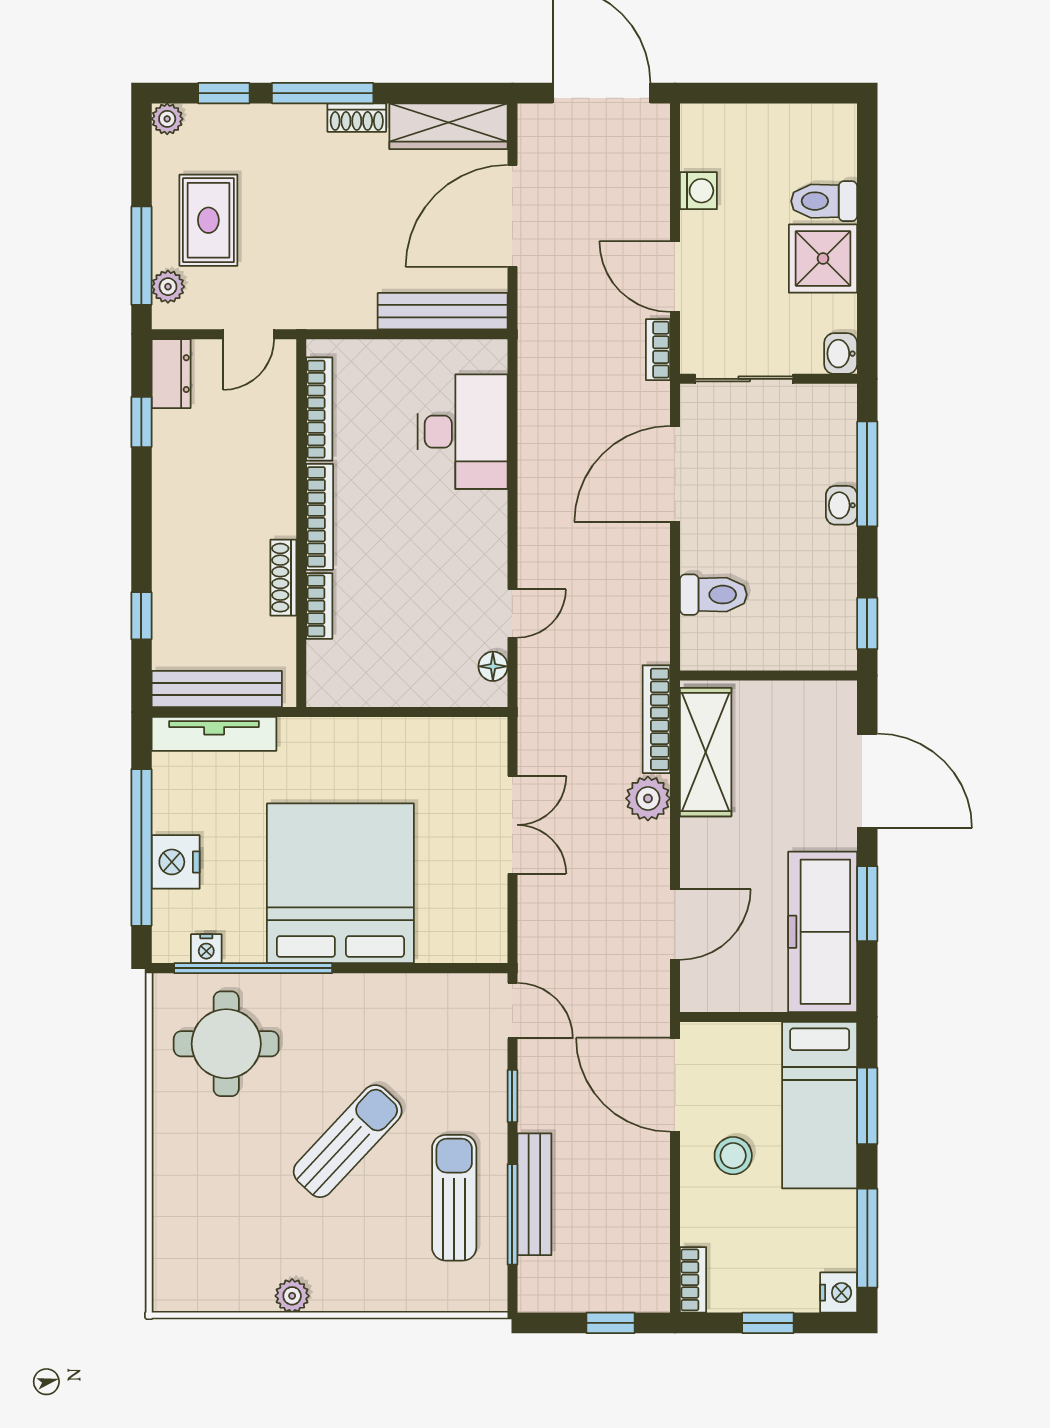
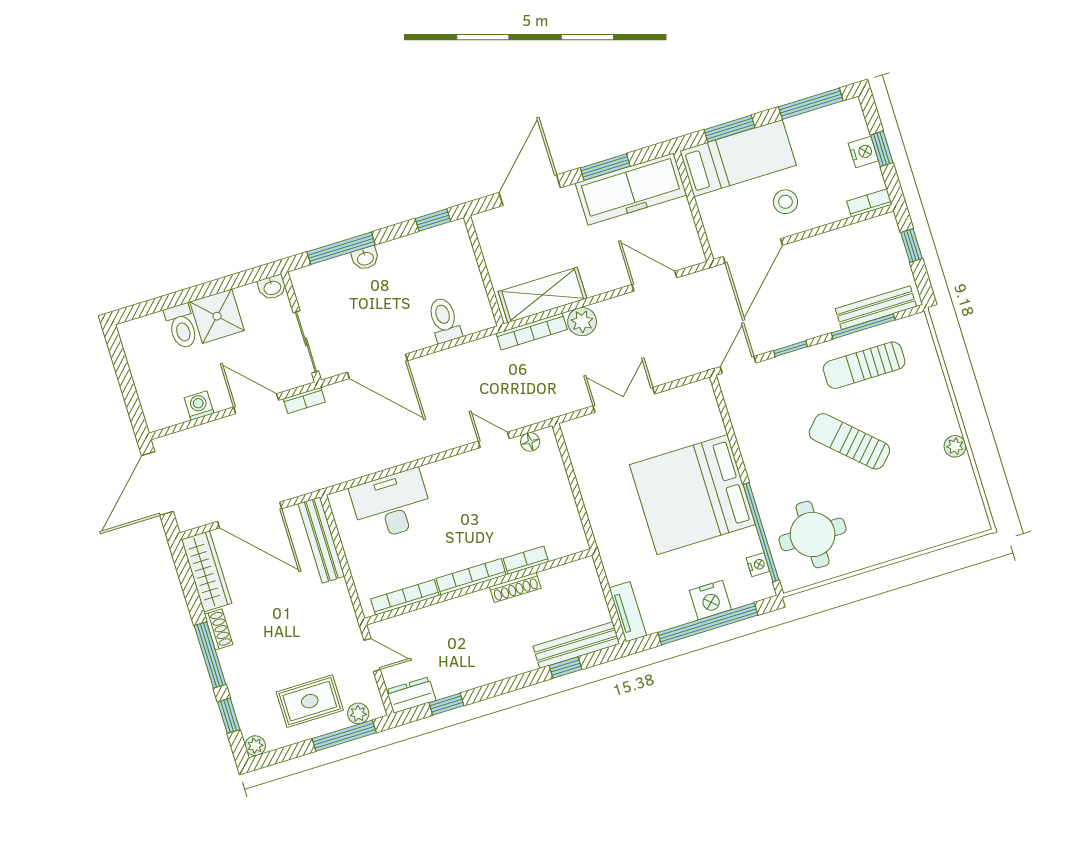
door: (675, 277) -> (256, 404), swing flipped
bench: (217, 689) -> (576, 645), moved, turned 90
tv unit: (214, 734) -> (628, 612), width x0.71
bench: (534, 1194) -> (876, 308), moved
nightstand: (839, 1293) -> (863, 152), moved, turned 90

